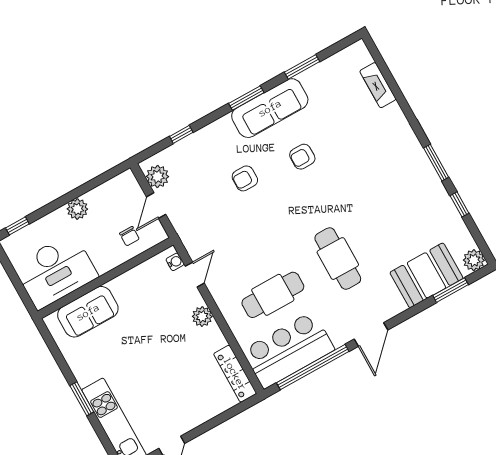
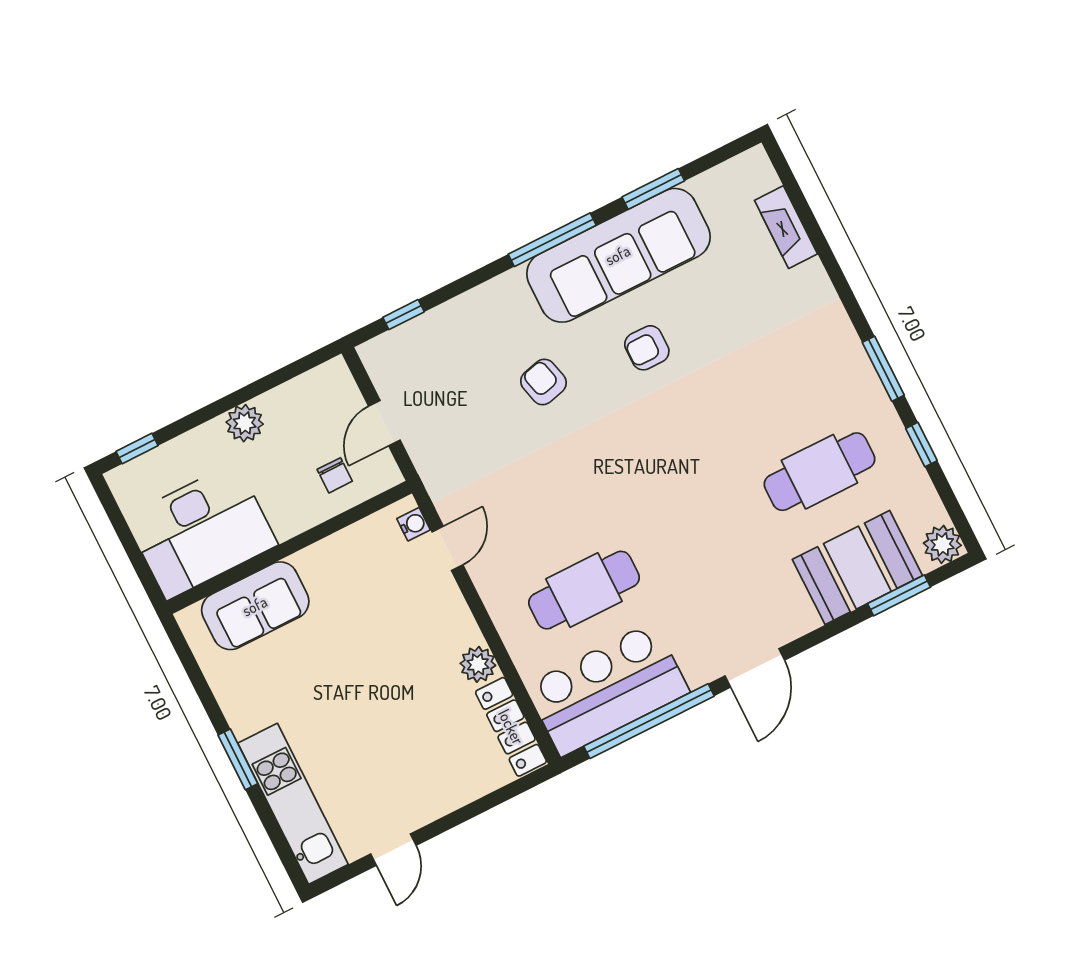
window: (246, 98) -> (552, 240), width x1.44
sofa: (270, 108) -> (618, 255), width x1.36, depth x1.27
window: (181, 134) -> (403, 315), moved
plant: (158, 176) -> (389, 372), removed
armchair: (245, 178) -> (543, 382), turned 76
cafe table: (338, 259) -> (819, 472), moved, turned 90
plant: (202, 317) -> (478, 664), moved

